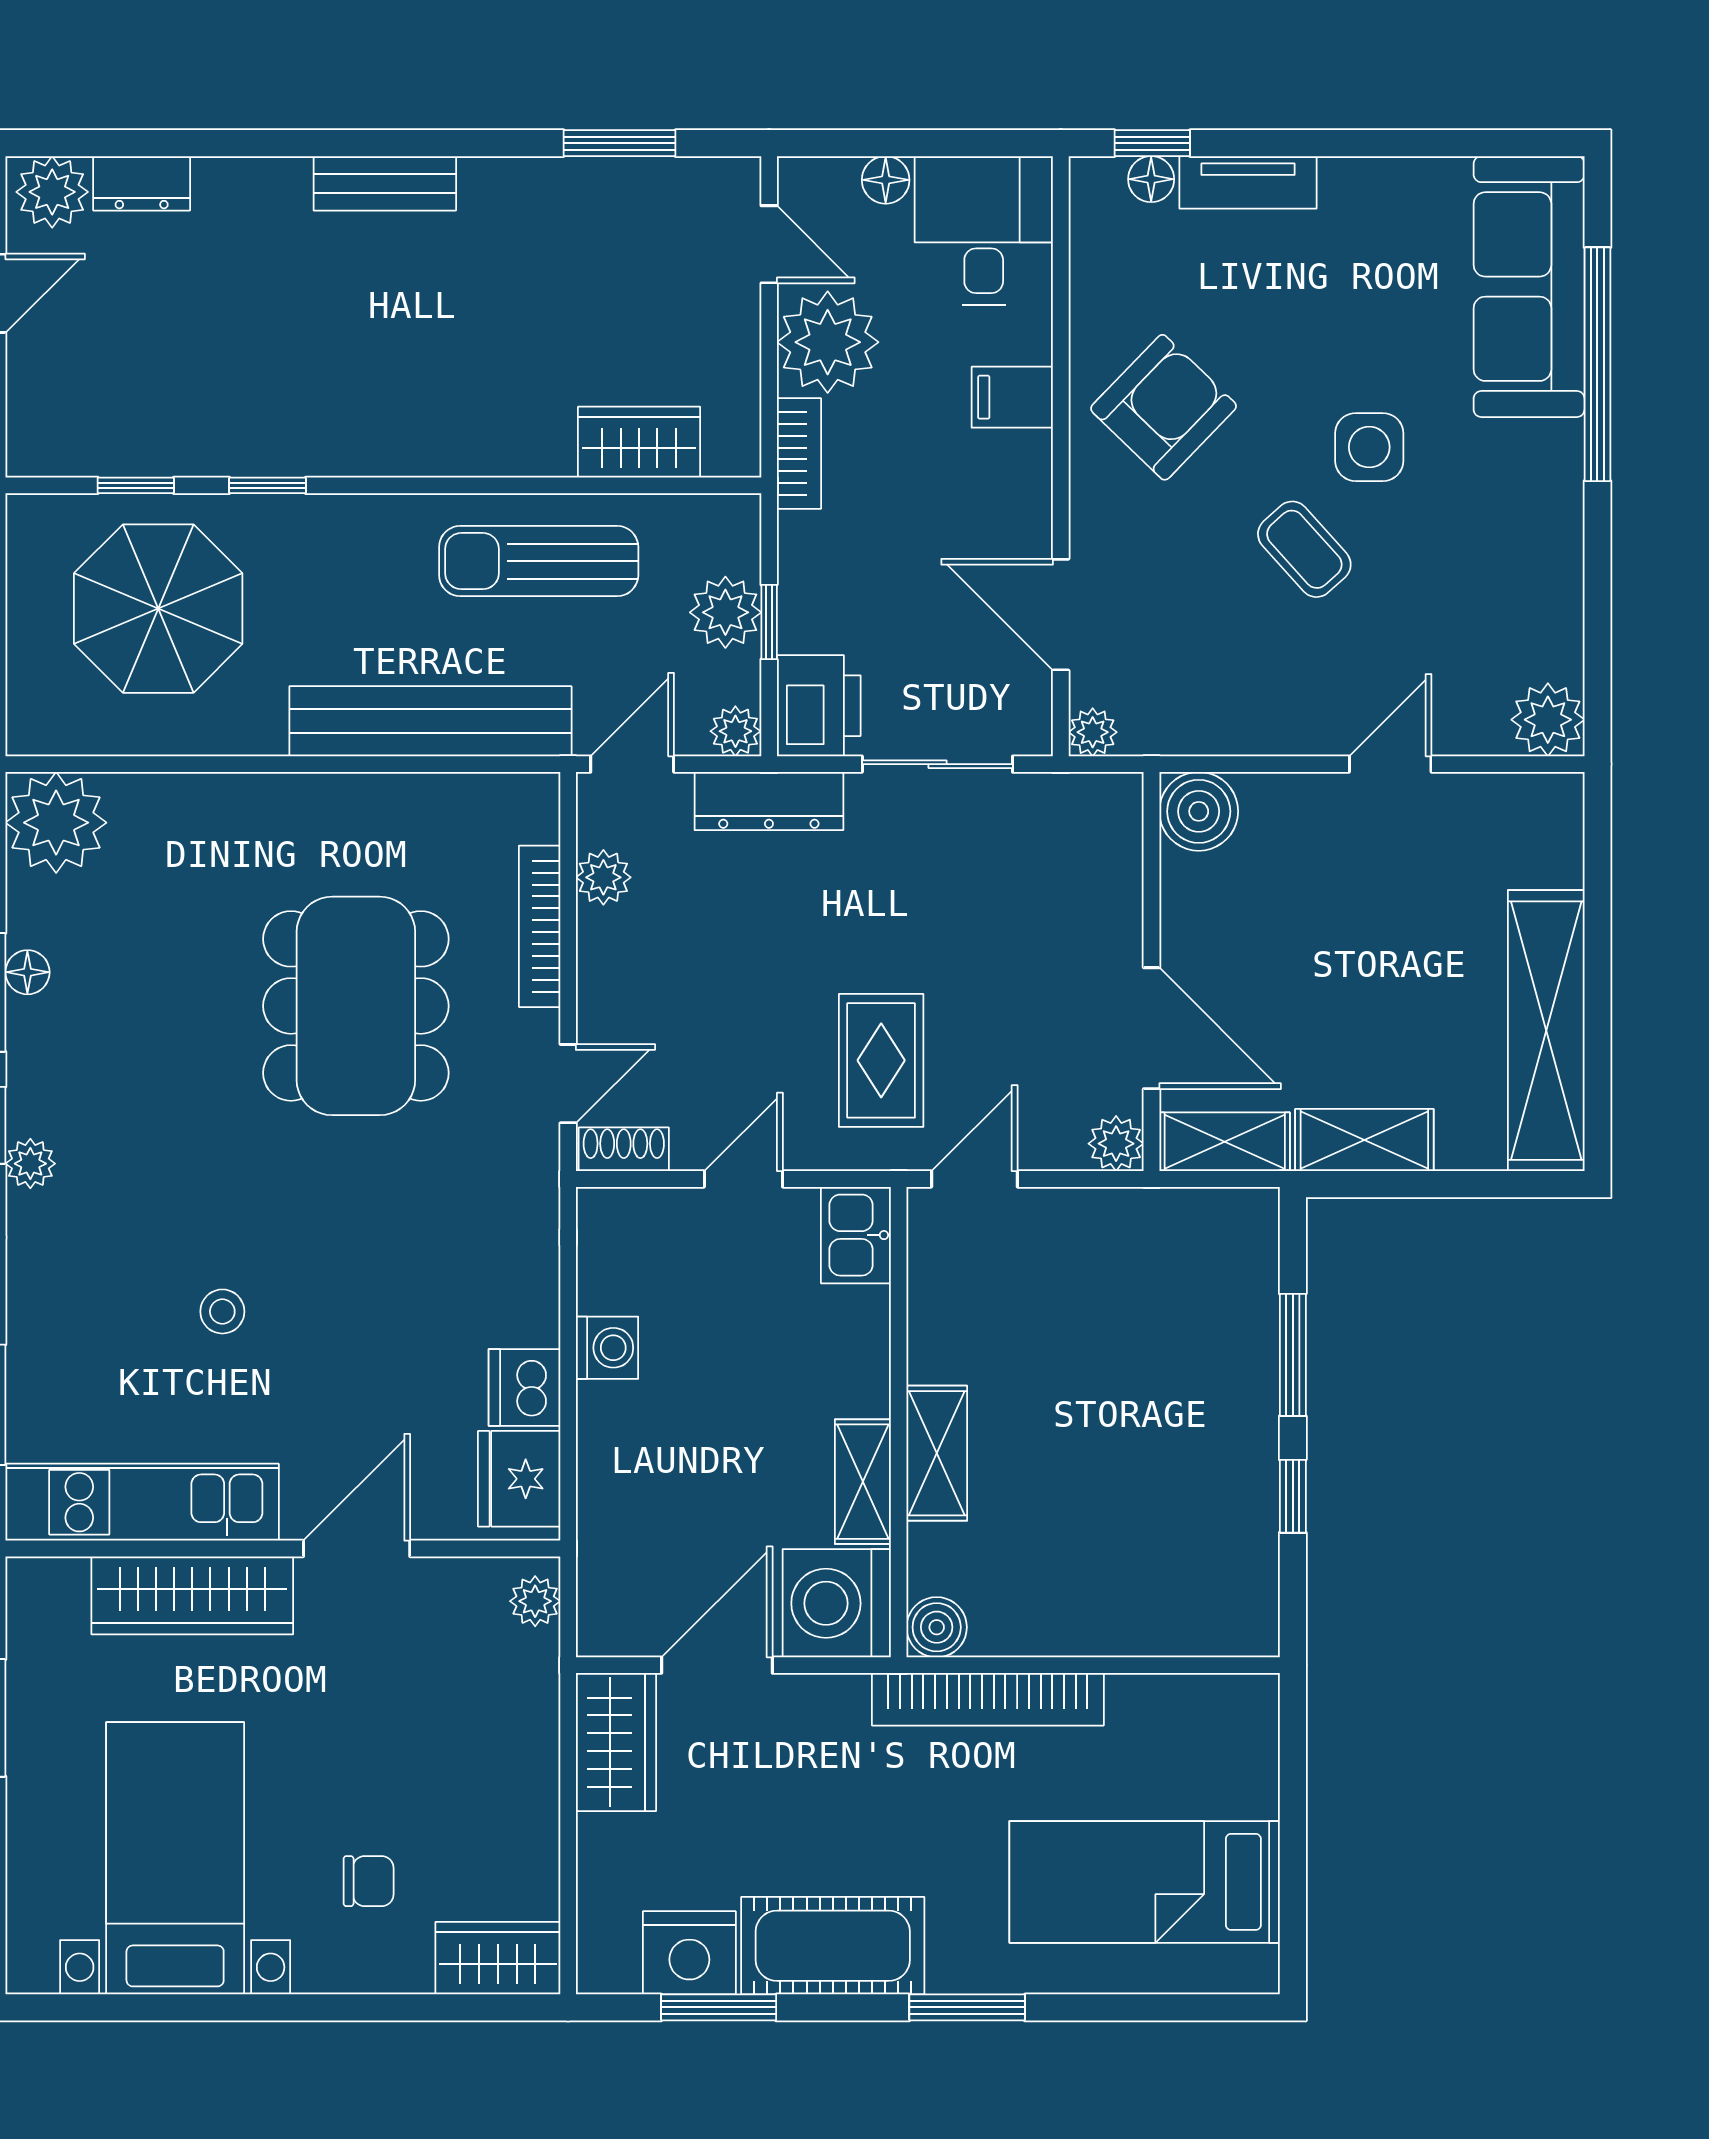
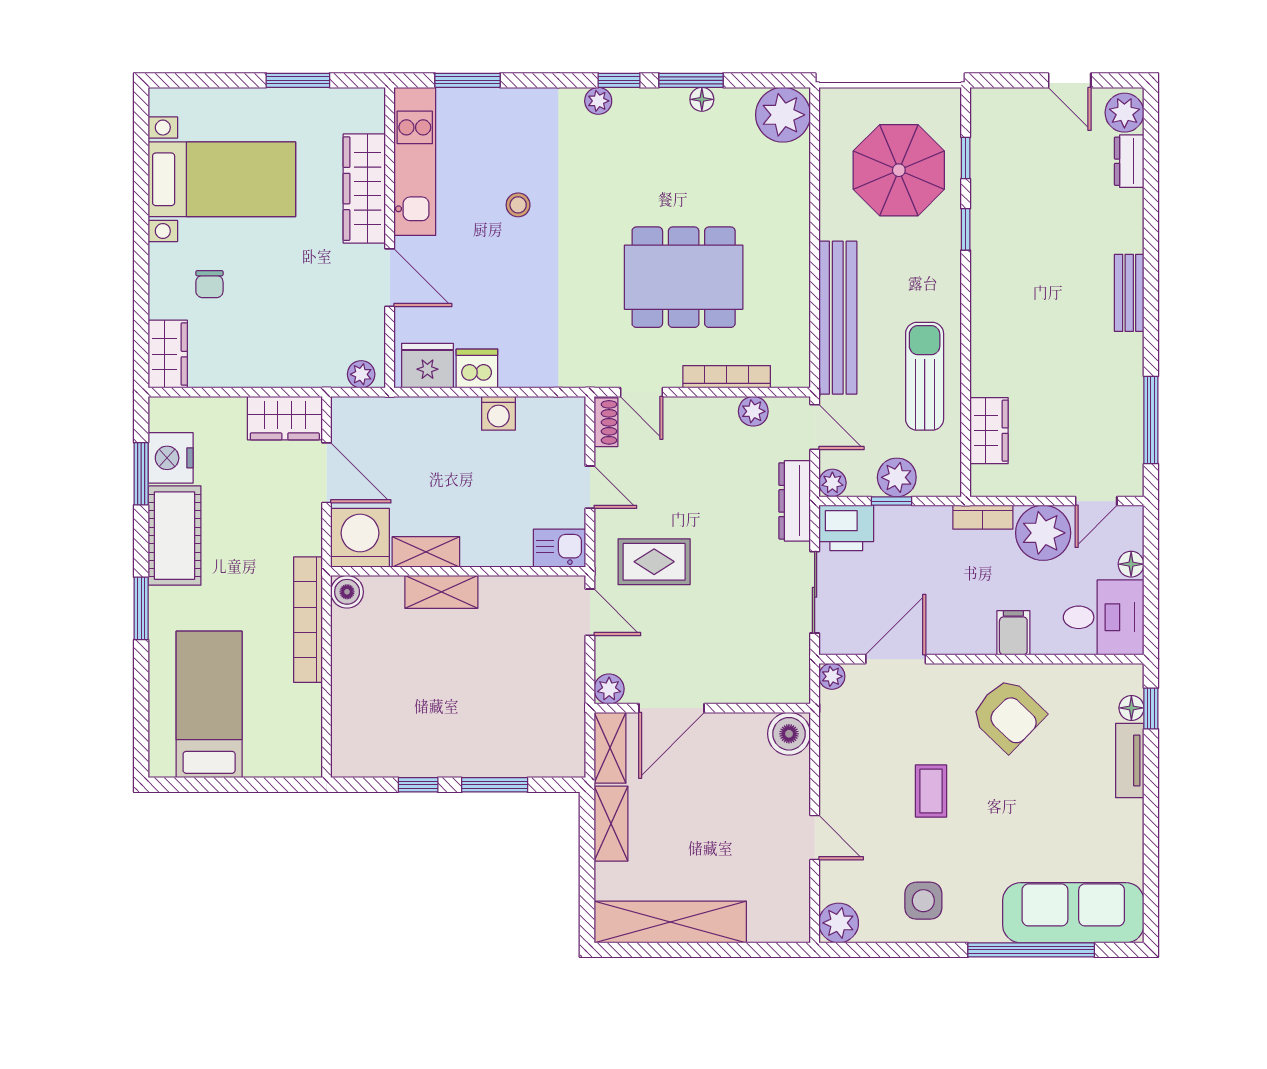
window: (619, 143) -> (1151, 420), width x1.44
side table: (1369, 447) -> (923, 901), moved
coffee table: (1304, 549) -> (931, 791), turned -48

